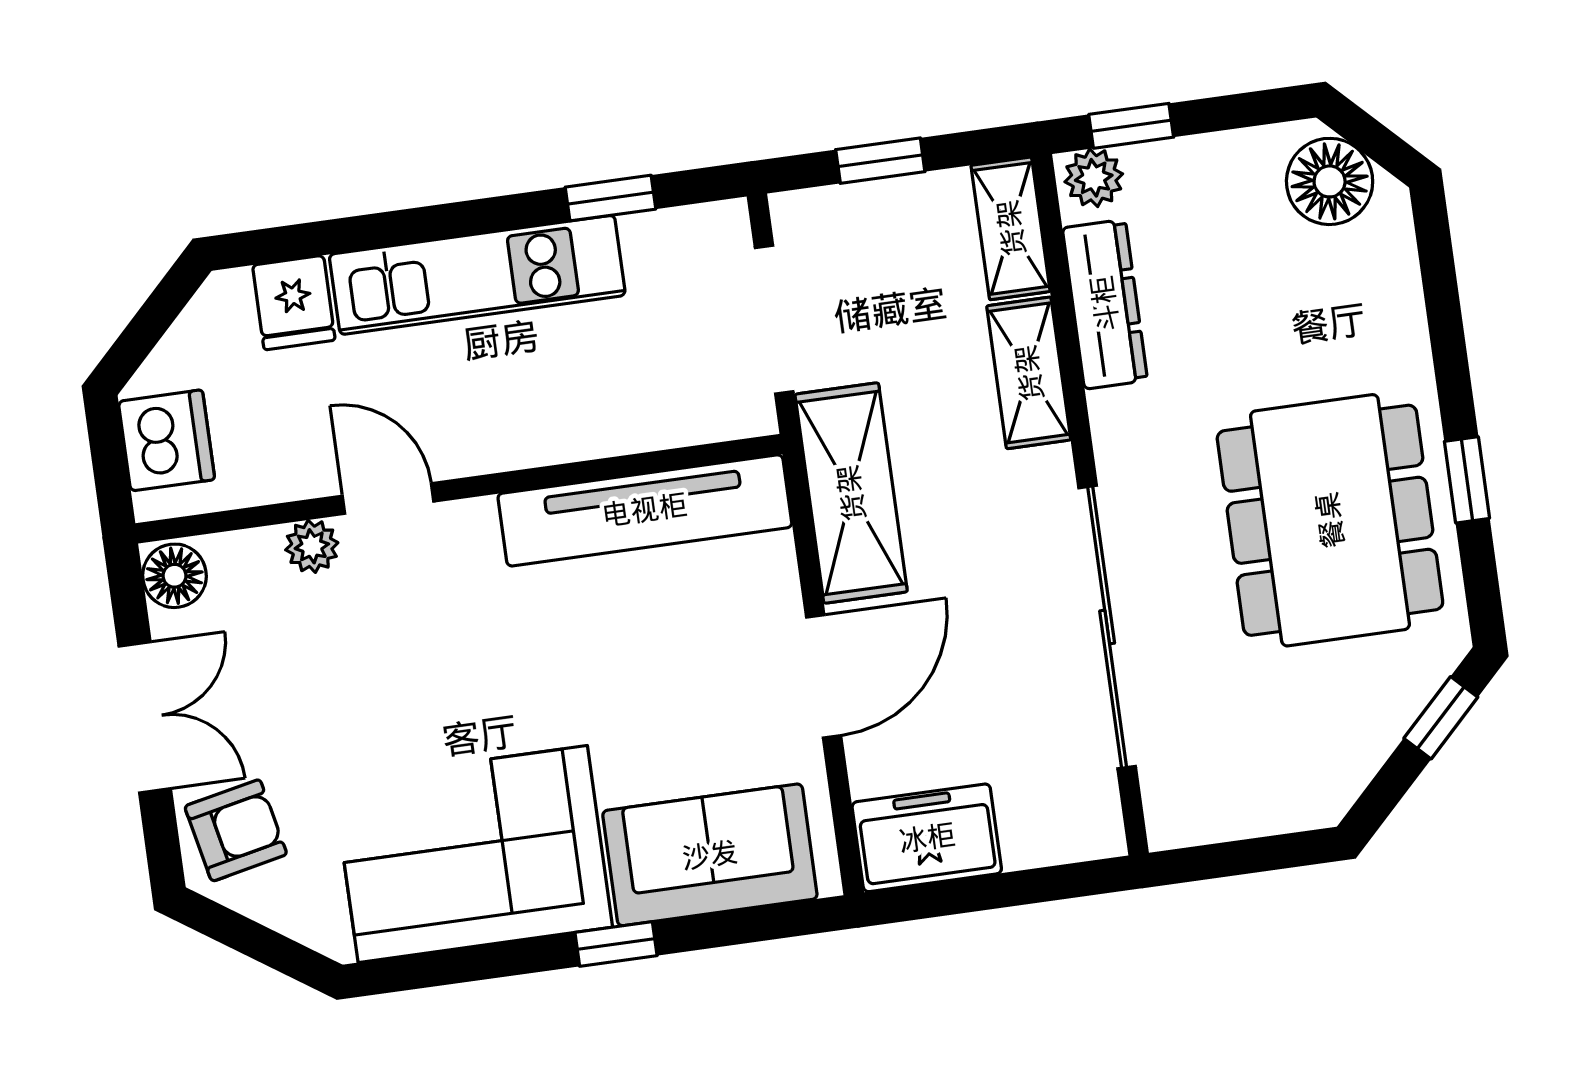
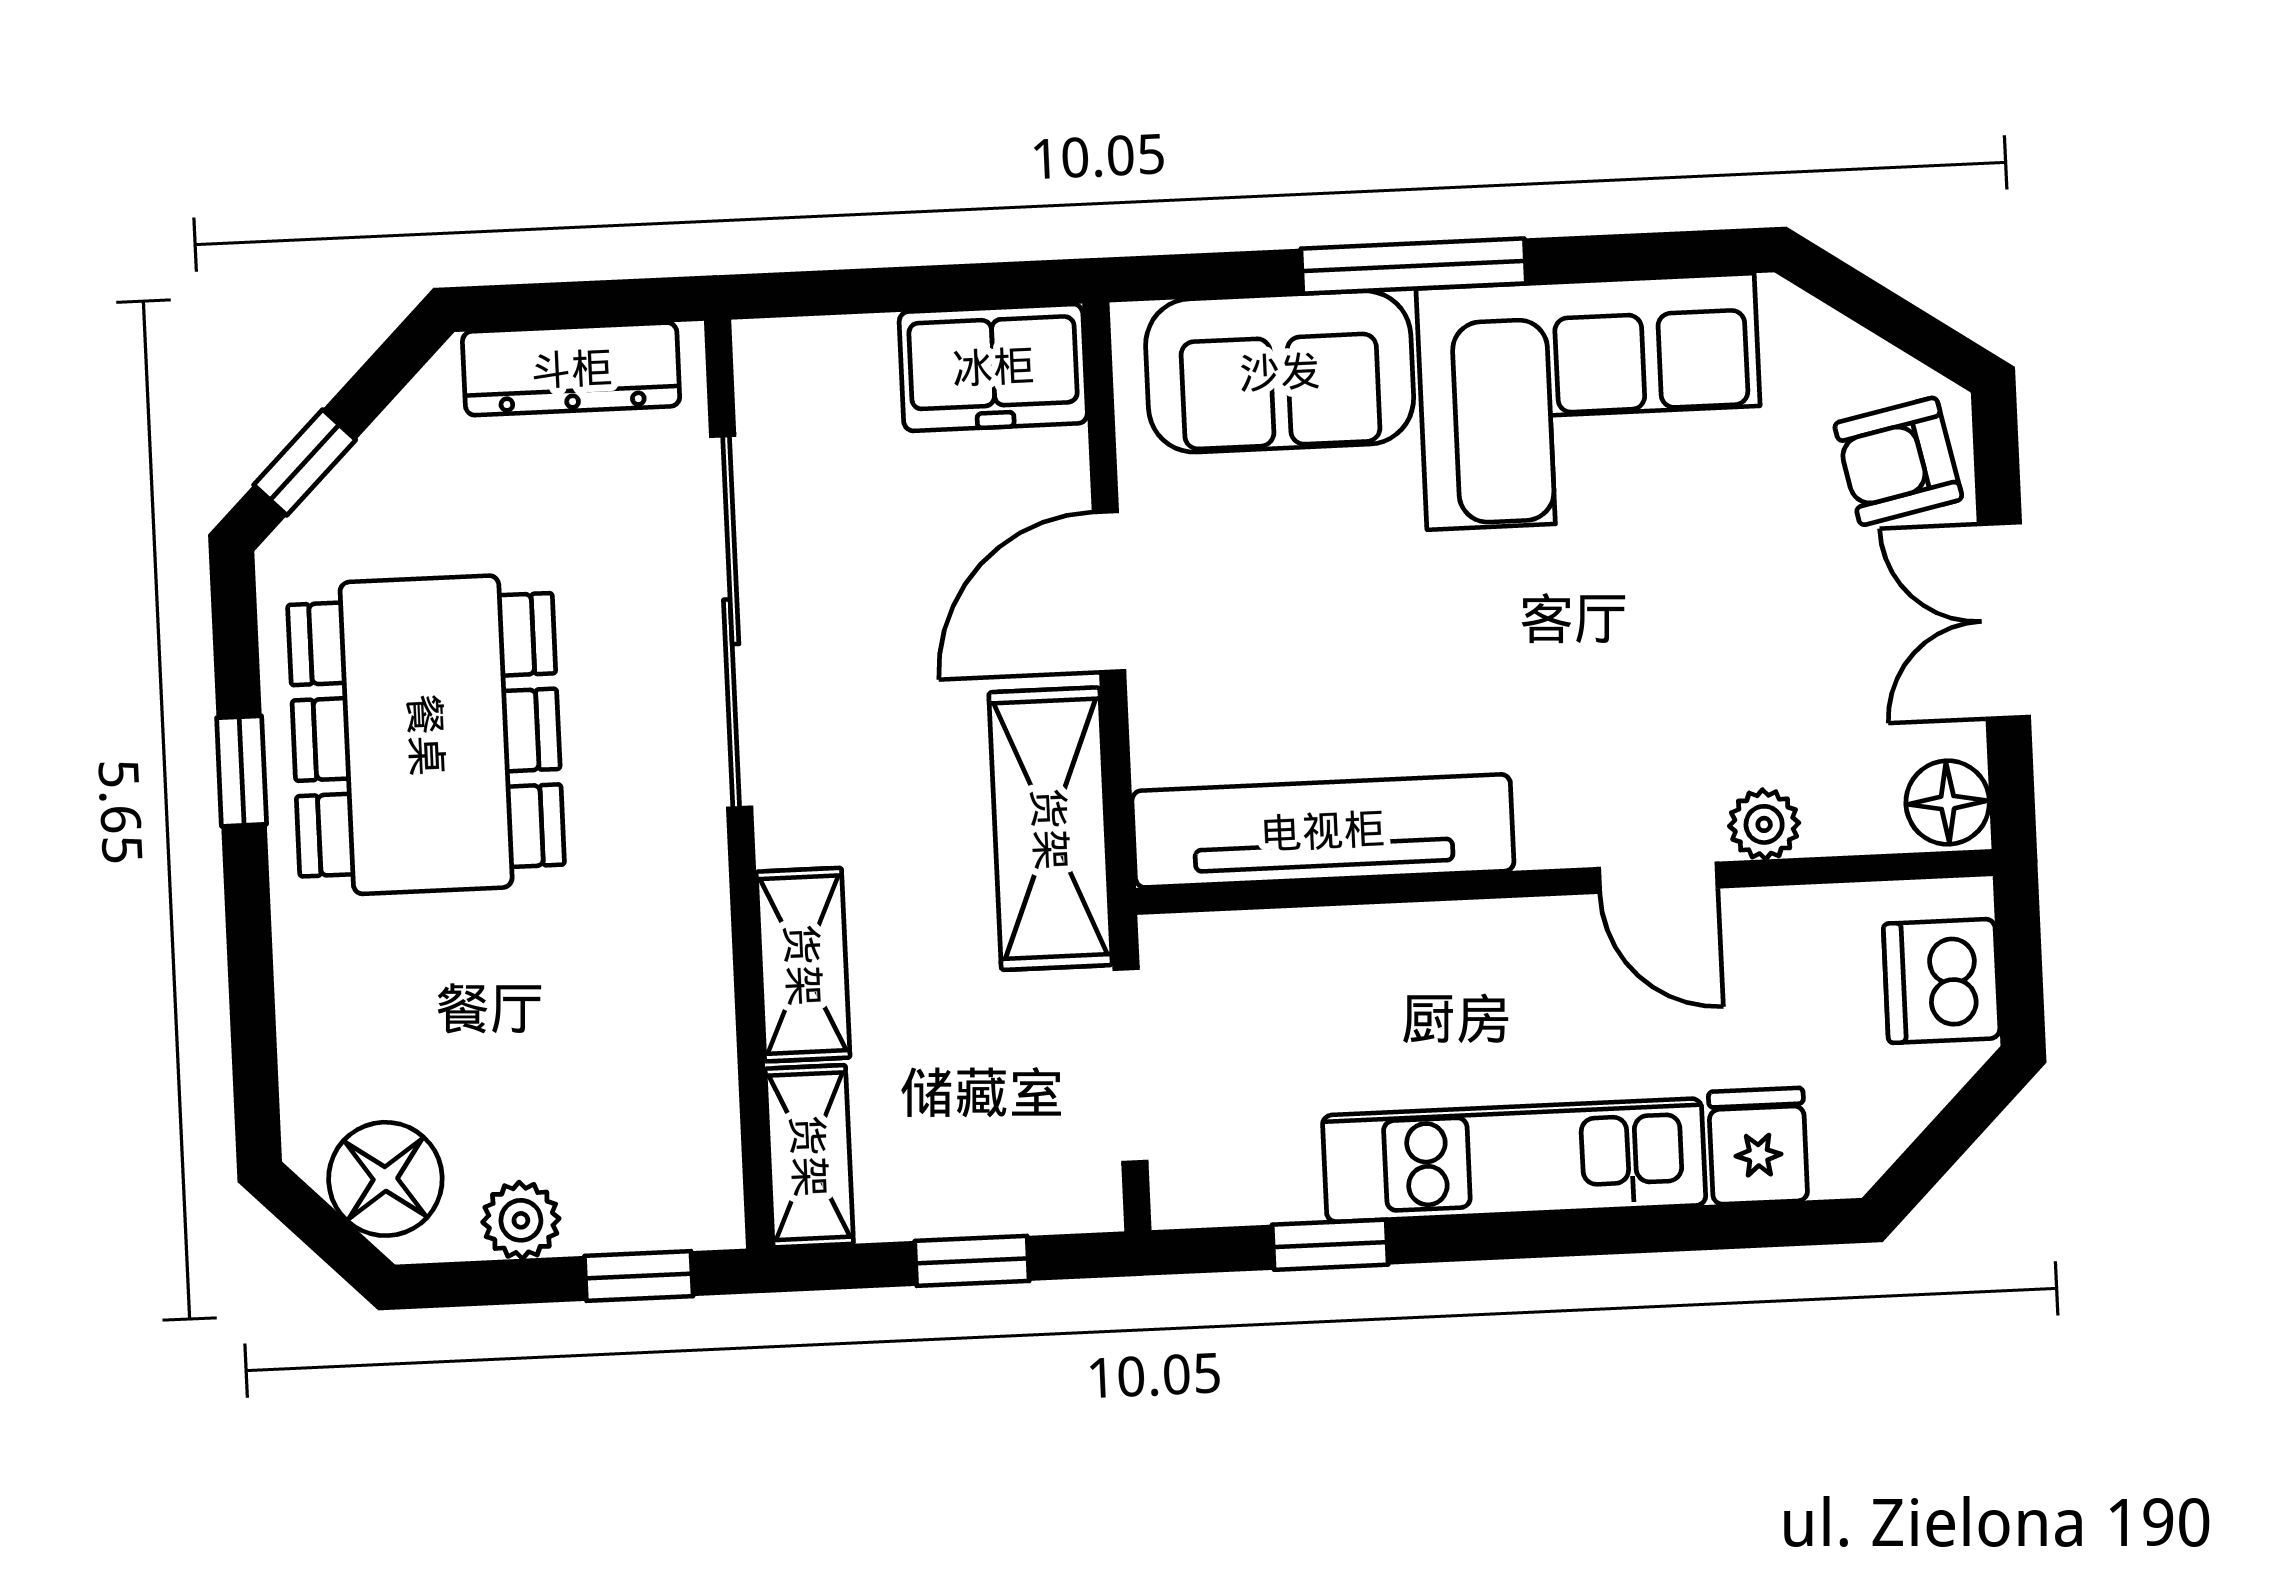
plant: (1094, 178) -> (521, 1220), moved
dresser: (1105, 304) -> (571, 369), moved, turned -90
window: (616, 944) -> (1414, 266), width x2.17

